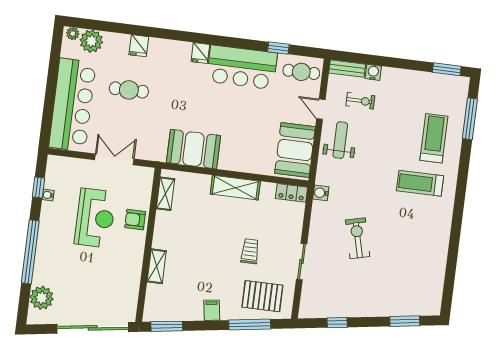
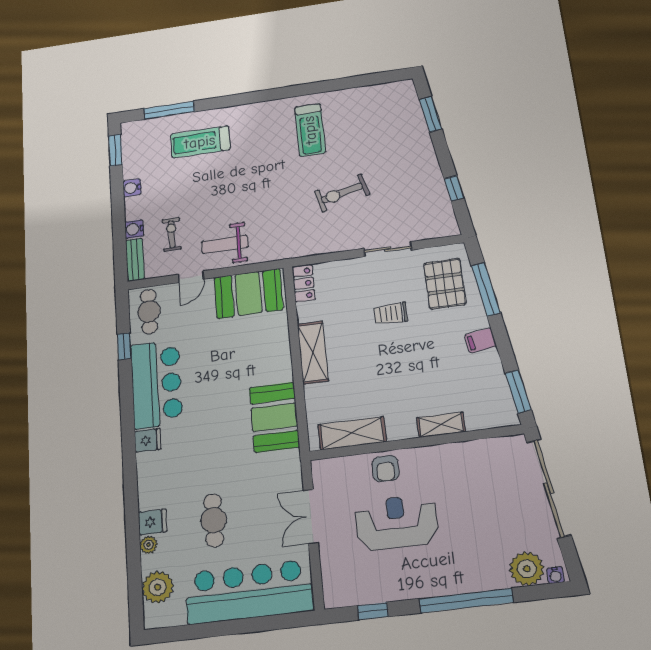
plant: (73, 34) -> (148, 545), moved
treadmill: (420, 183) -> (310, 130), moved
water cooler: (321, 193) -> (132, 188), moved, turned 90
shelving: (166, 194) -> (352, 433), width x1.50, depth x1.33
water cooler: (48, 195) -> (555, 575), moved

